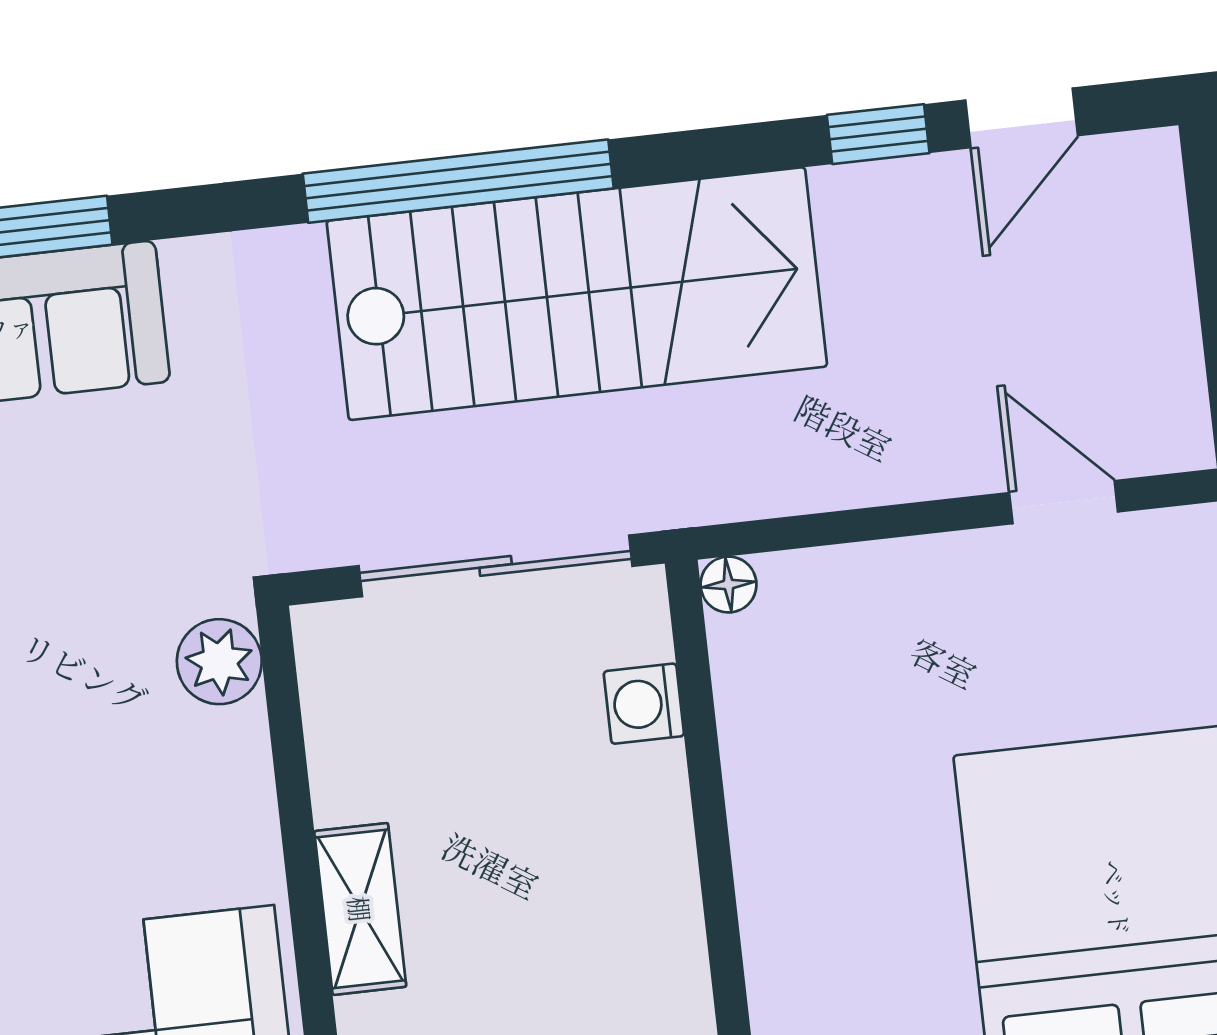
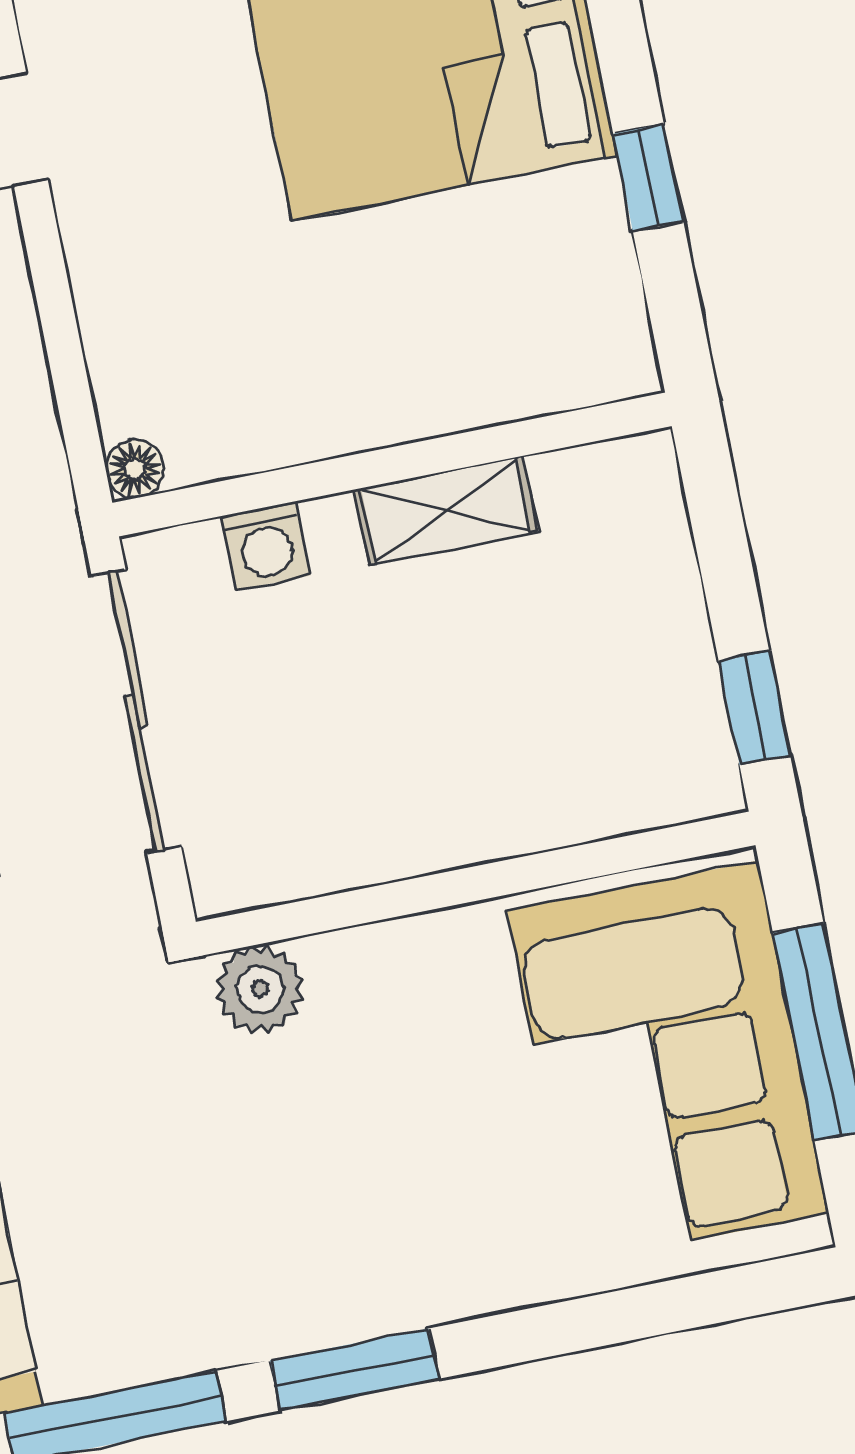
shelving: (360, 909) -> (446, 510), moved

